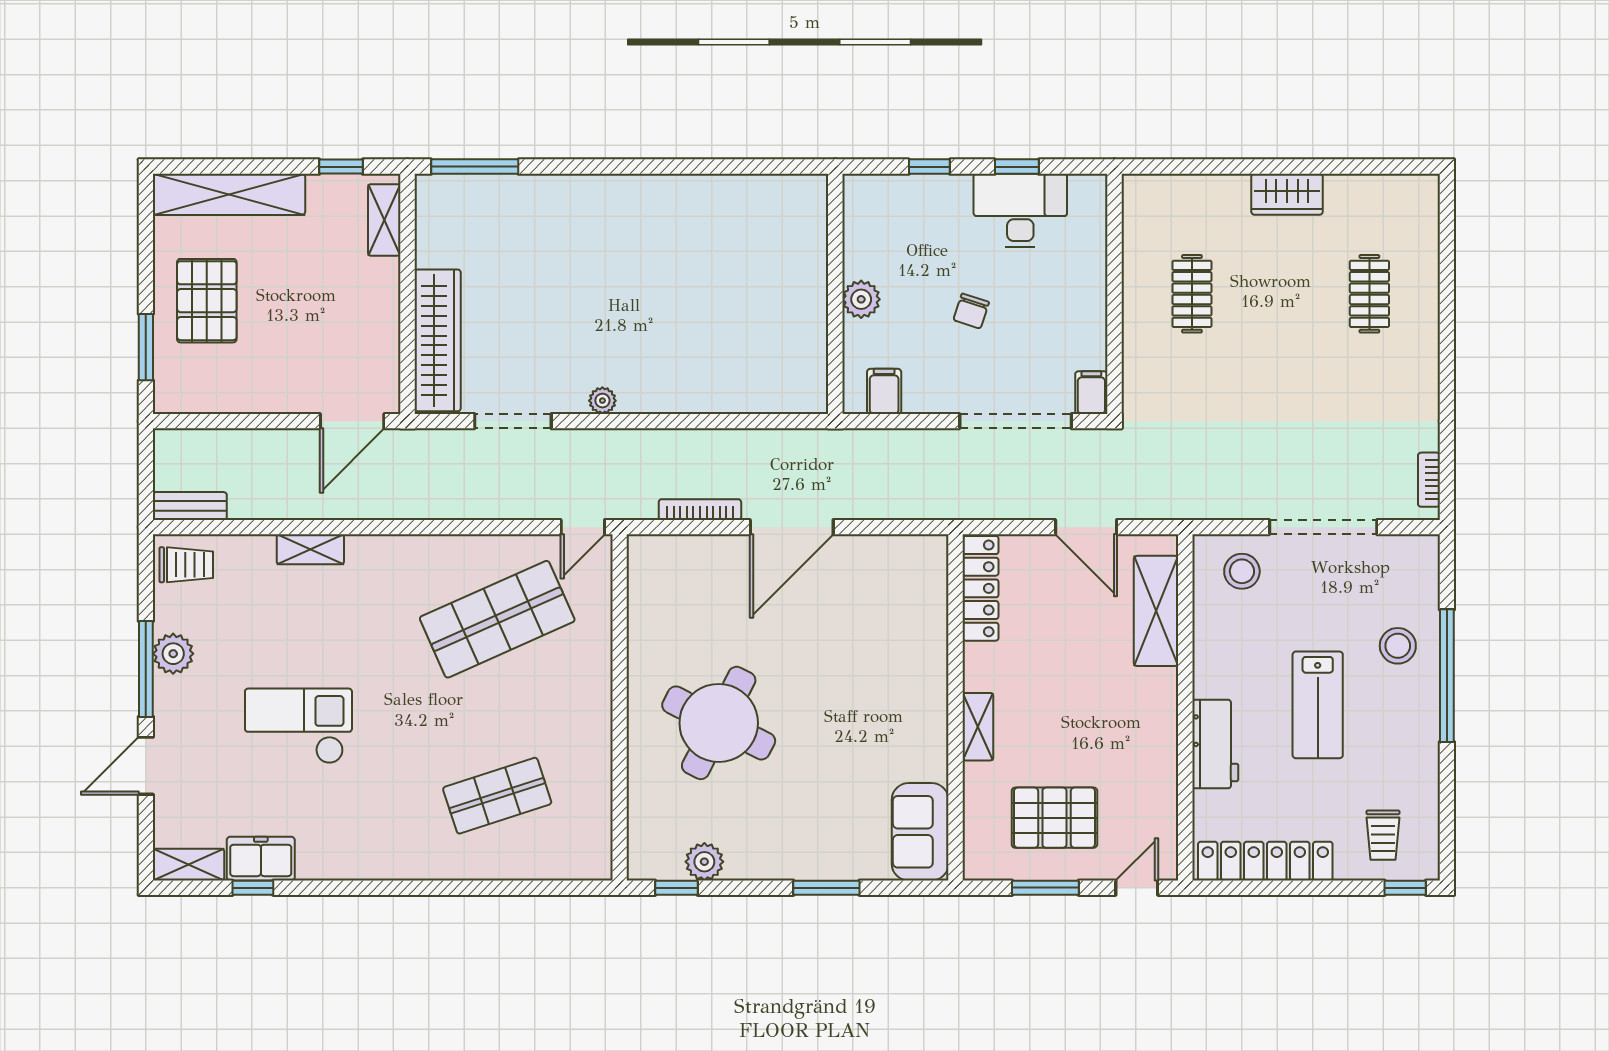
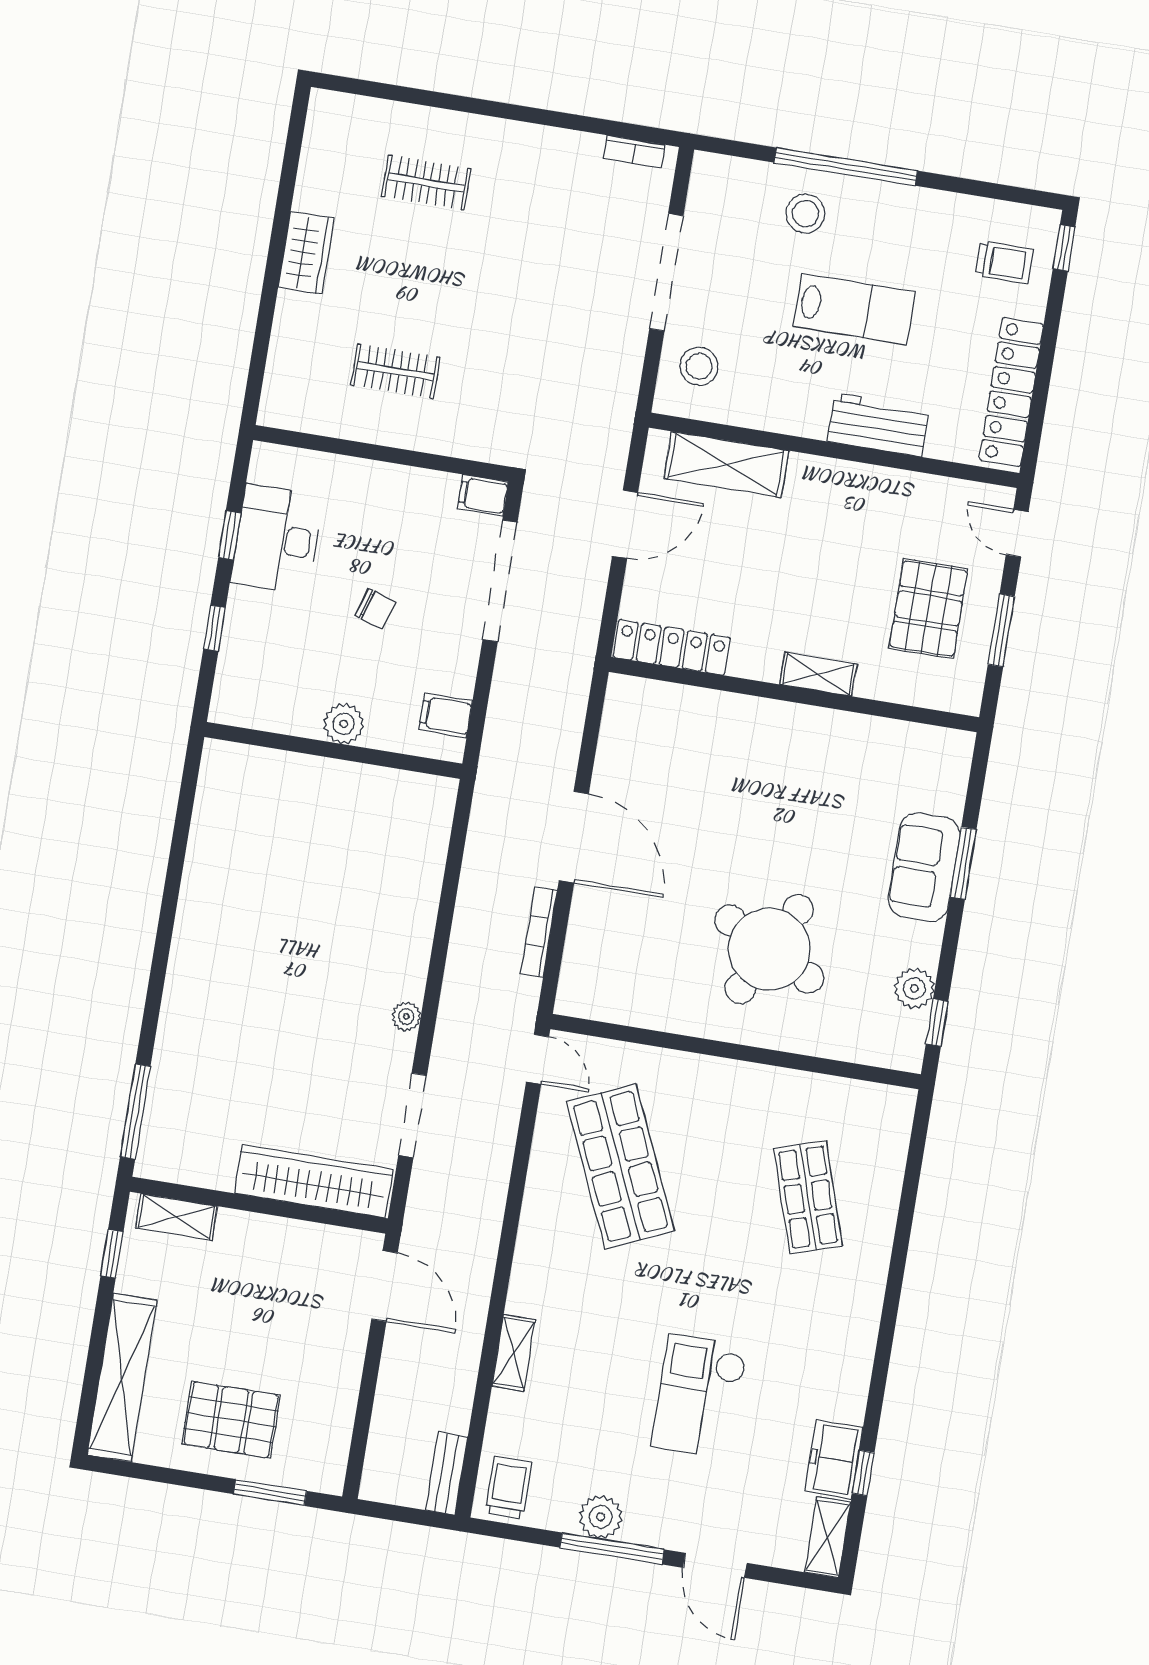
sofa: (920, 832) -> (924, 867), moved, turned 90

